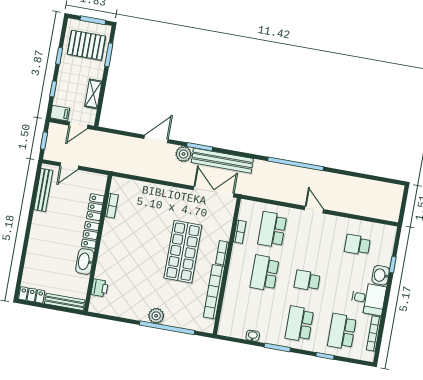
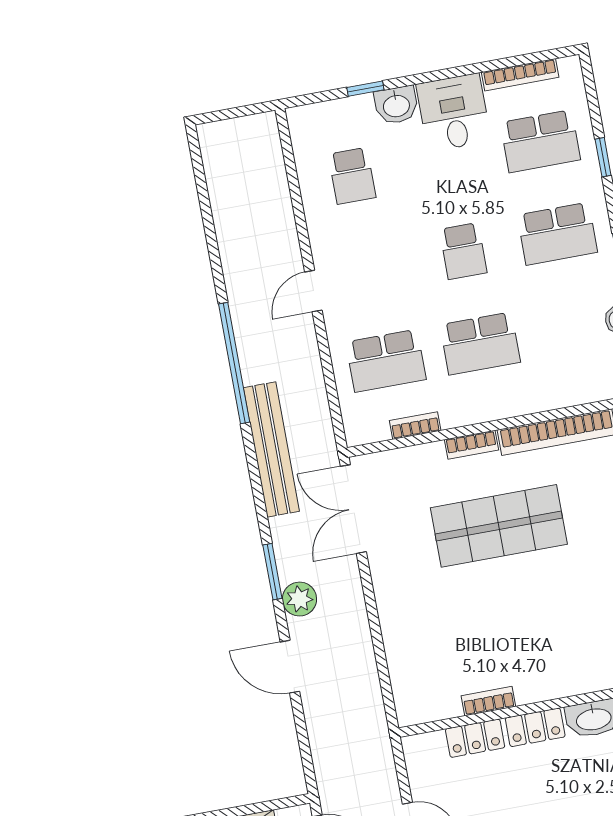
bench: (222, 161) -> (271, 449), moved
bookcase: (112, 206) -> (488, 701), moved

